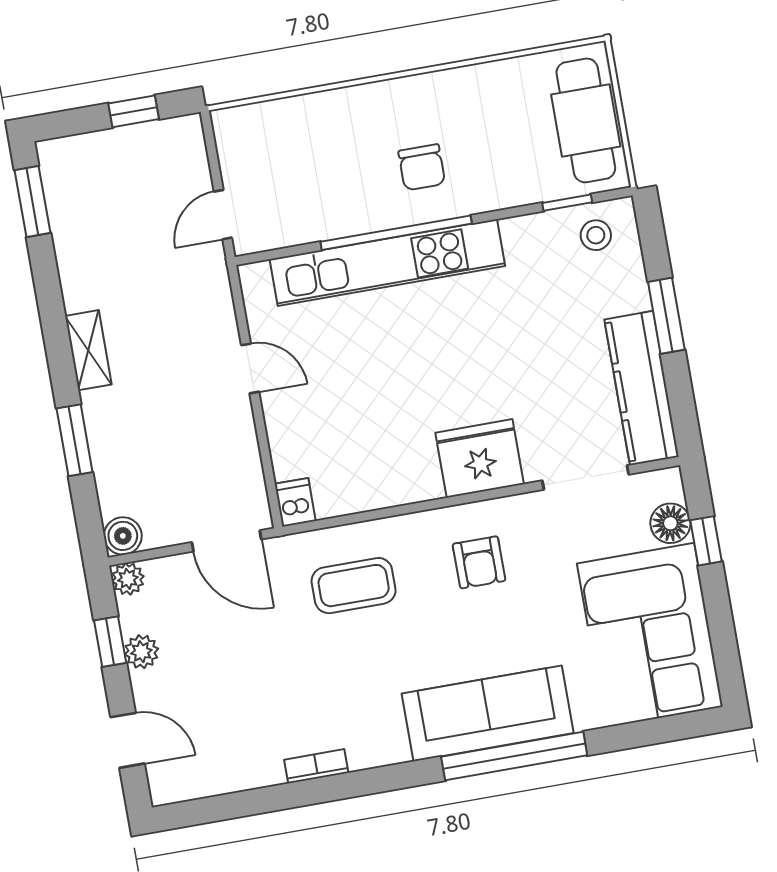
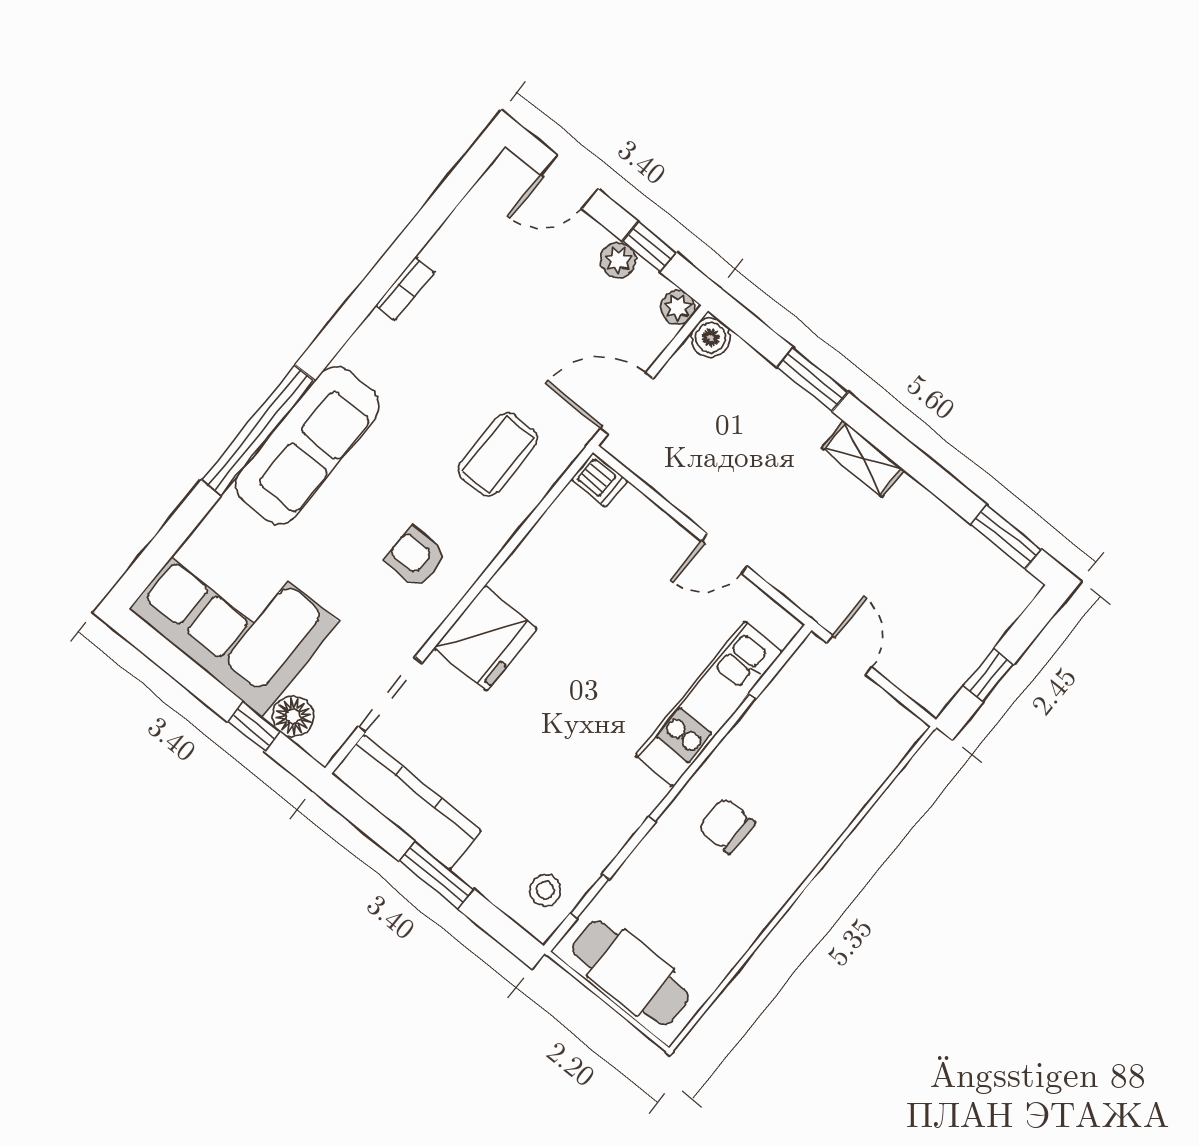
kitchen unit: (387, 263) -> (709, 704), width x0.73

